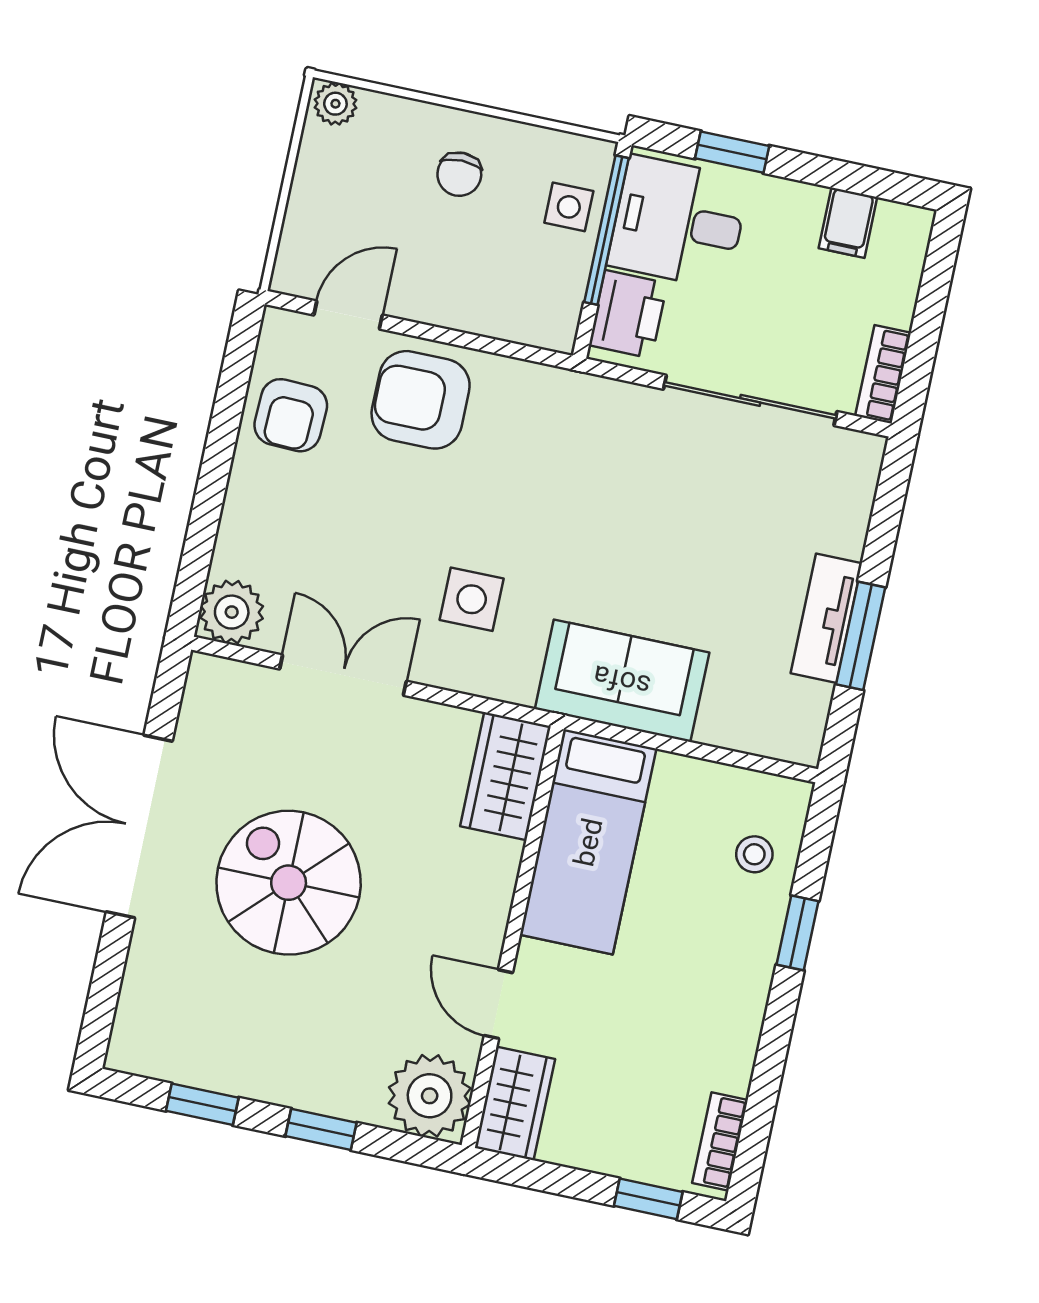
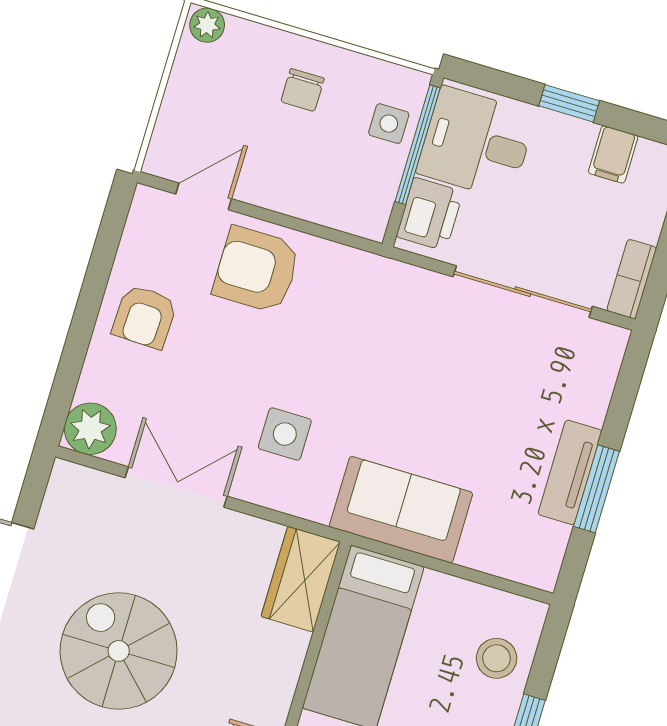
window: (732, 152) -> (569, 103), moved
armchair: (291, 415) -> (145, 317), moved
stool: (754, 854) -> (497, 658), width x1.37, depth x1.37

